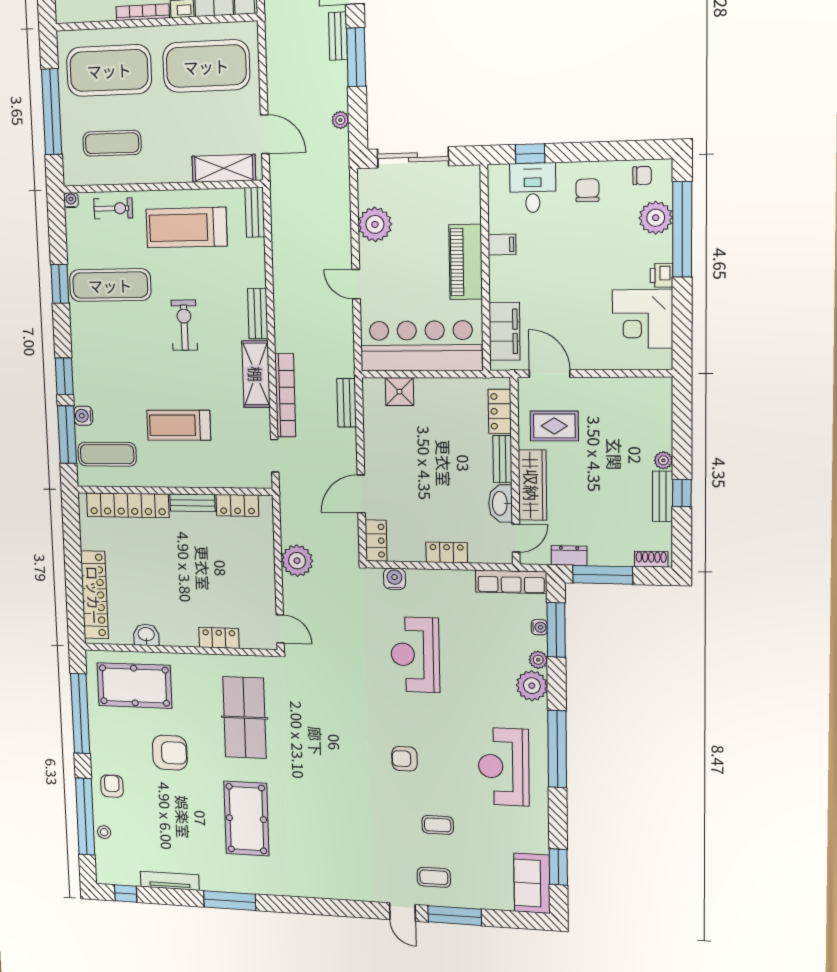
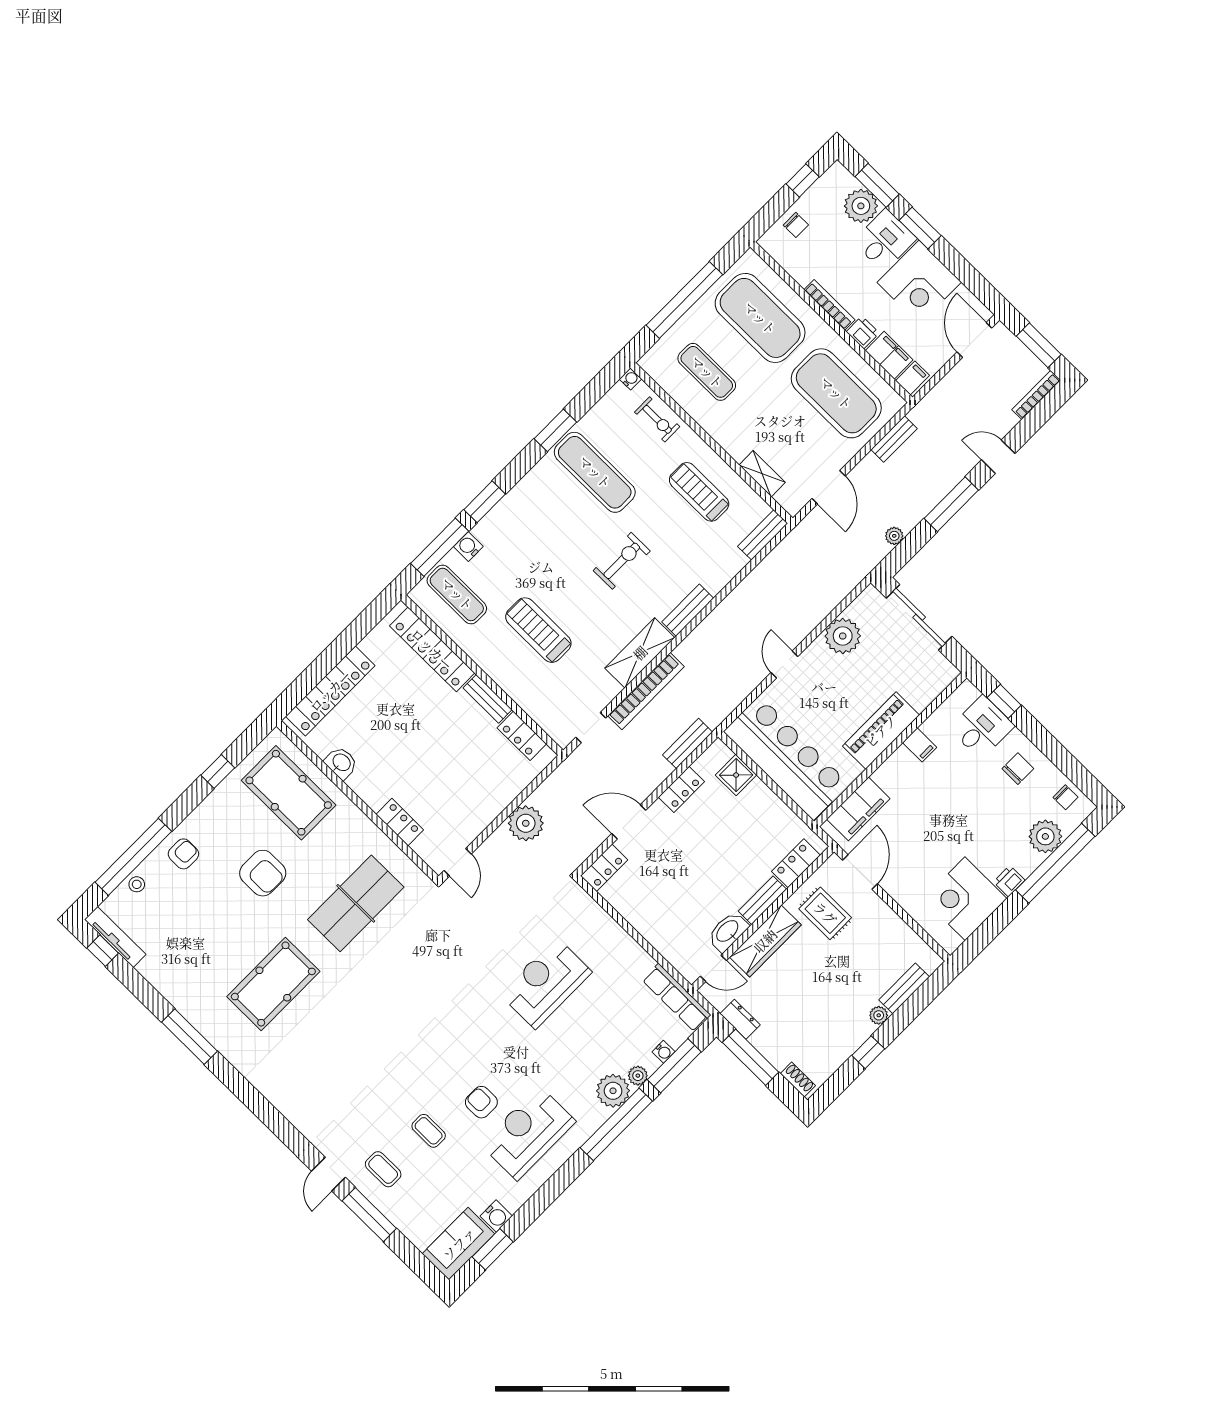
bench: (338, 36) -> (894, 439), moved
shelving: (224, 168) -> (762, 474), width x0.67, depth x0.75
treadmill: (186, 228) -> (699, 492), width x0.73, depth x0.73
bench: (663, 496) -> (904, 988), moved
locker: (447, 552) -> (681, 789), moved, turned 90
water cooler: (394, 579) -> (496, 1216), moved, turned 90
window: (80, 714) -> (218, 771), width x0.32
window: (557, 749) -> (616, 1124), moved
armchair: (404, 759) -> (481, 1102), moved
tv unit: (170, 881) -> (115, 937), moved

